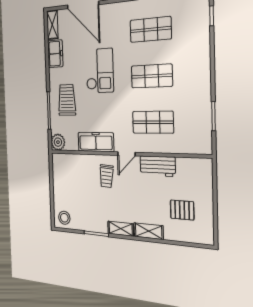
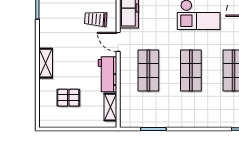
pallet: (182, 210) -> (68, 98), turned 90
shelving: (121, 229) -> (110, 107), moved

